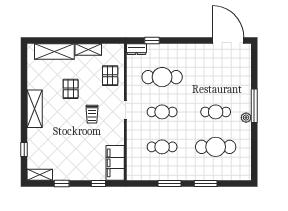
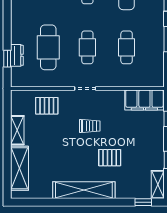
dresser: (136, 49) -> (17, 55), moved
pallet: (71, 89) -> (110, 158), moved
shelving: (35, 109) -> (84, 190), width x1.47
window: (24, 149) -> (143, 202), moved

